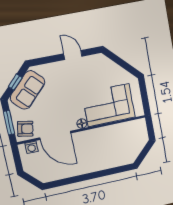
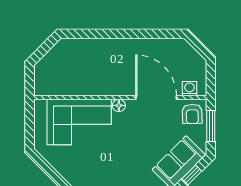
armchair: (25, 129) -> (192, 114), turned -103

